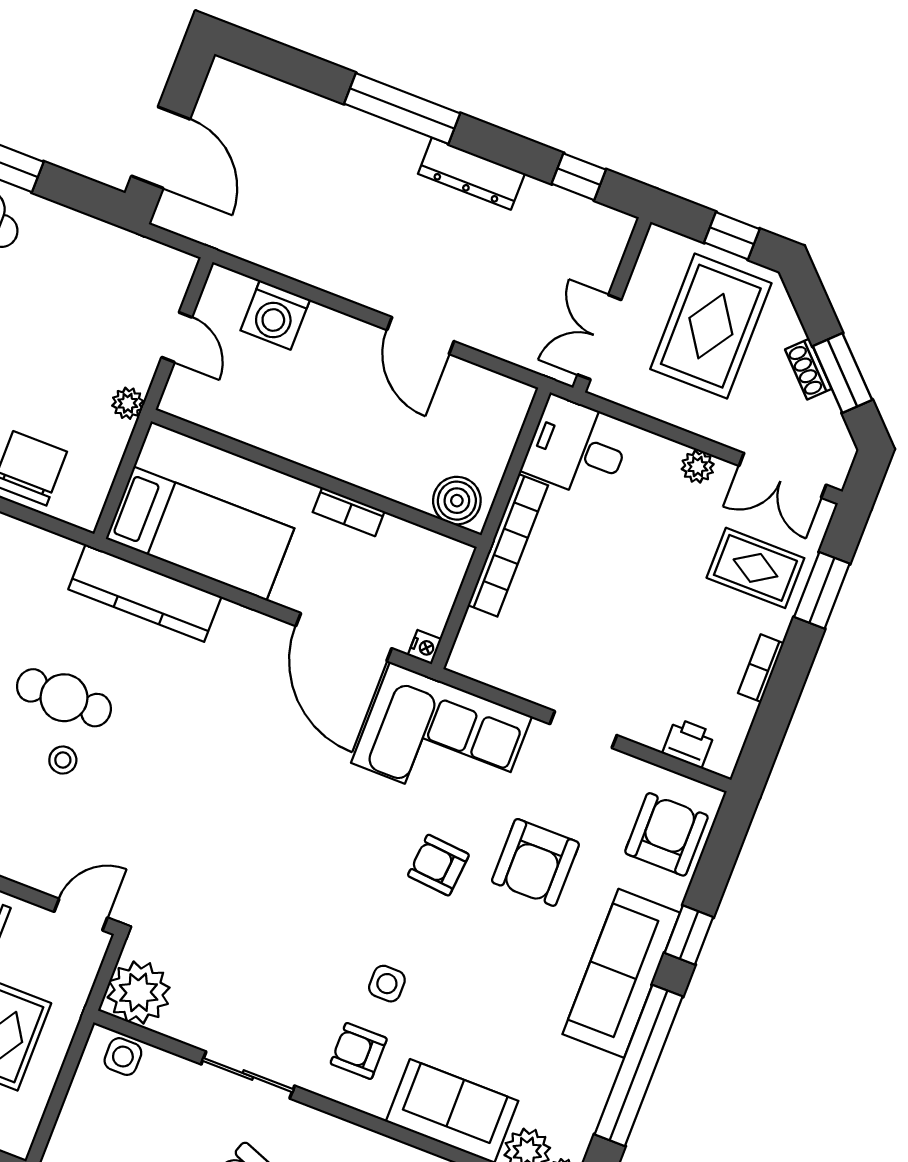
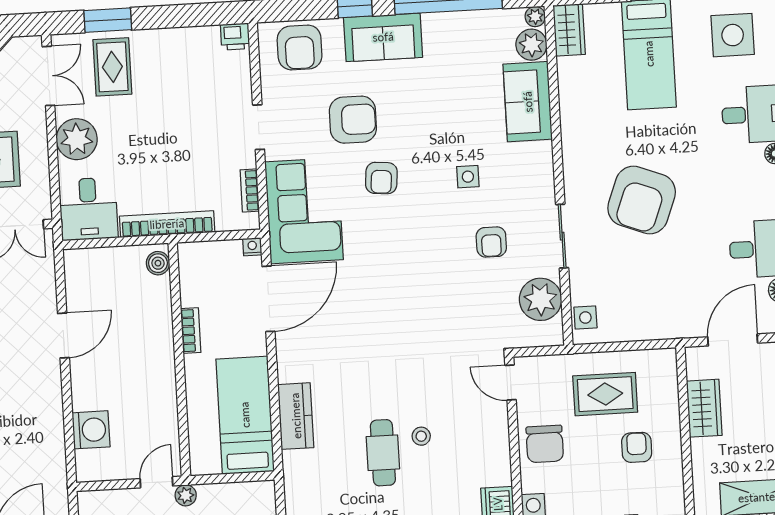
door: (177, 337) -> (156, 482), moved
plant: (698, 467) -> (77, 139), width x1.88, depth x1.88
boiler: (457, 501) -> (158, 263), width x0.73, depth x0.73
kitchen counter: (145, 593) -> (296, 416), width x0.67
bookcase: (761, 668) -> (250, 190), moved, turned 90
printer: (688, 743) -> (235, 37), moved, turned -90
armchair: (666, 834) -> (300, 47), turned -90
sofa: (621, 973) -> (383, 37), width x0.73
plant: (139, 992) -> (540, 299), moved
armchair: (359, 1051) -> (491, 242), moved

